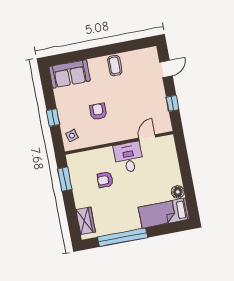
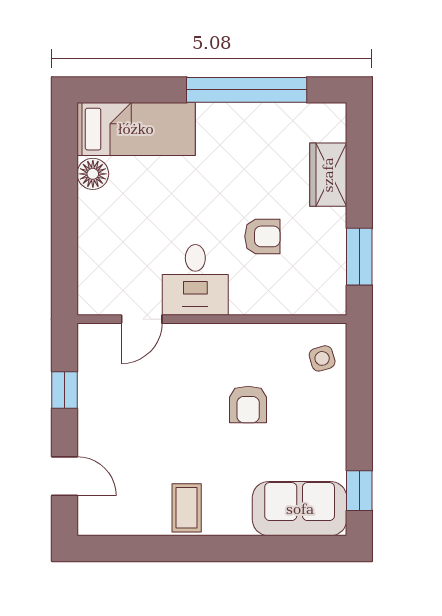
door: (166, 69) -> (65, 476), swing flipped
window: (53, 118) -> (359, 491), moved
wardrobe: (86, 221) -> (328, 175), moved

